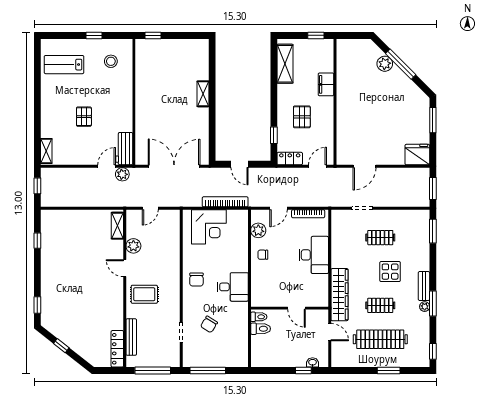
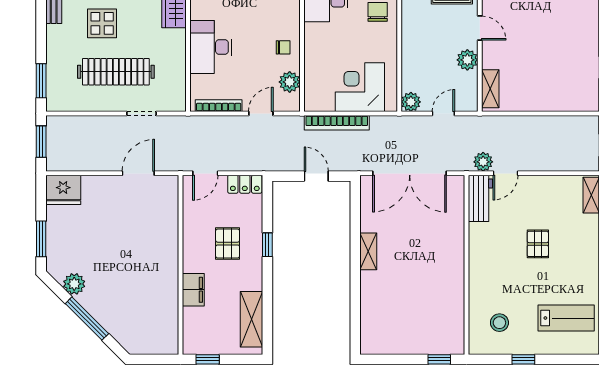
plant: (385, 64) -> (74, 284), moved
shelving: (203, 94) -> (368, 251), moved
window: (274, 135) -> (267, 245), moved
plant: (173, 216) -> (411, 102), added
clothes rail: (380, 238) -> (116, 72), width x1.86, depth x1.31

